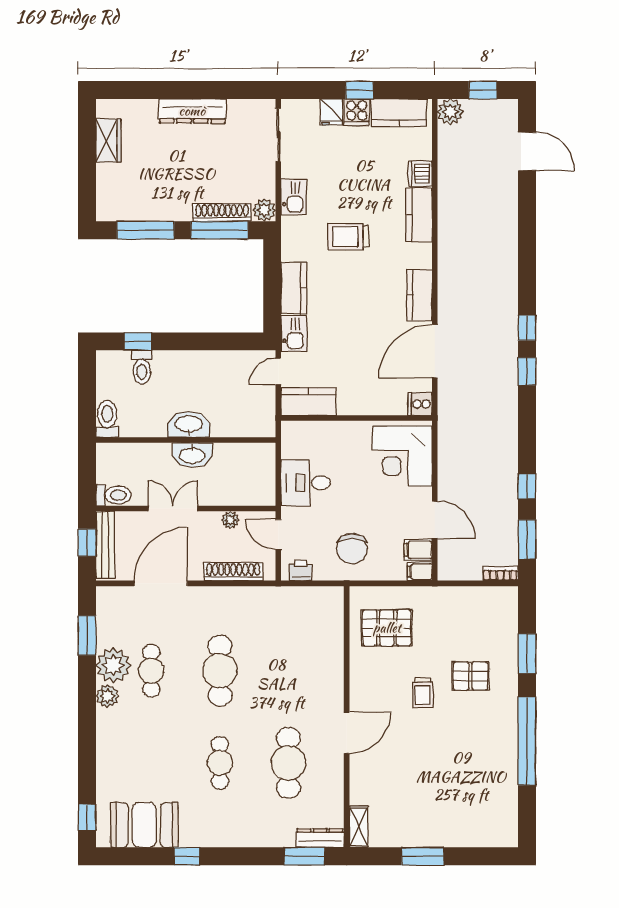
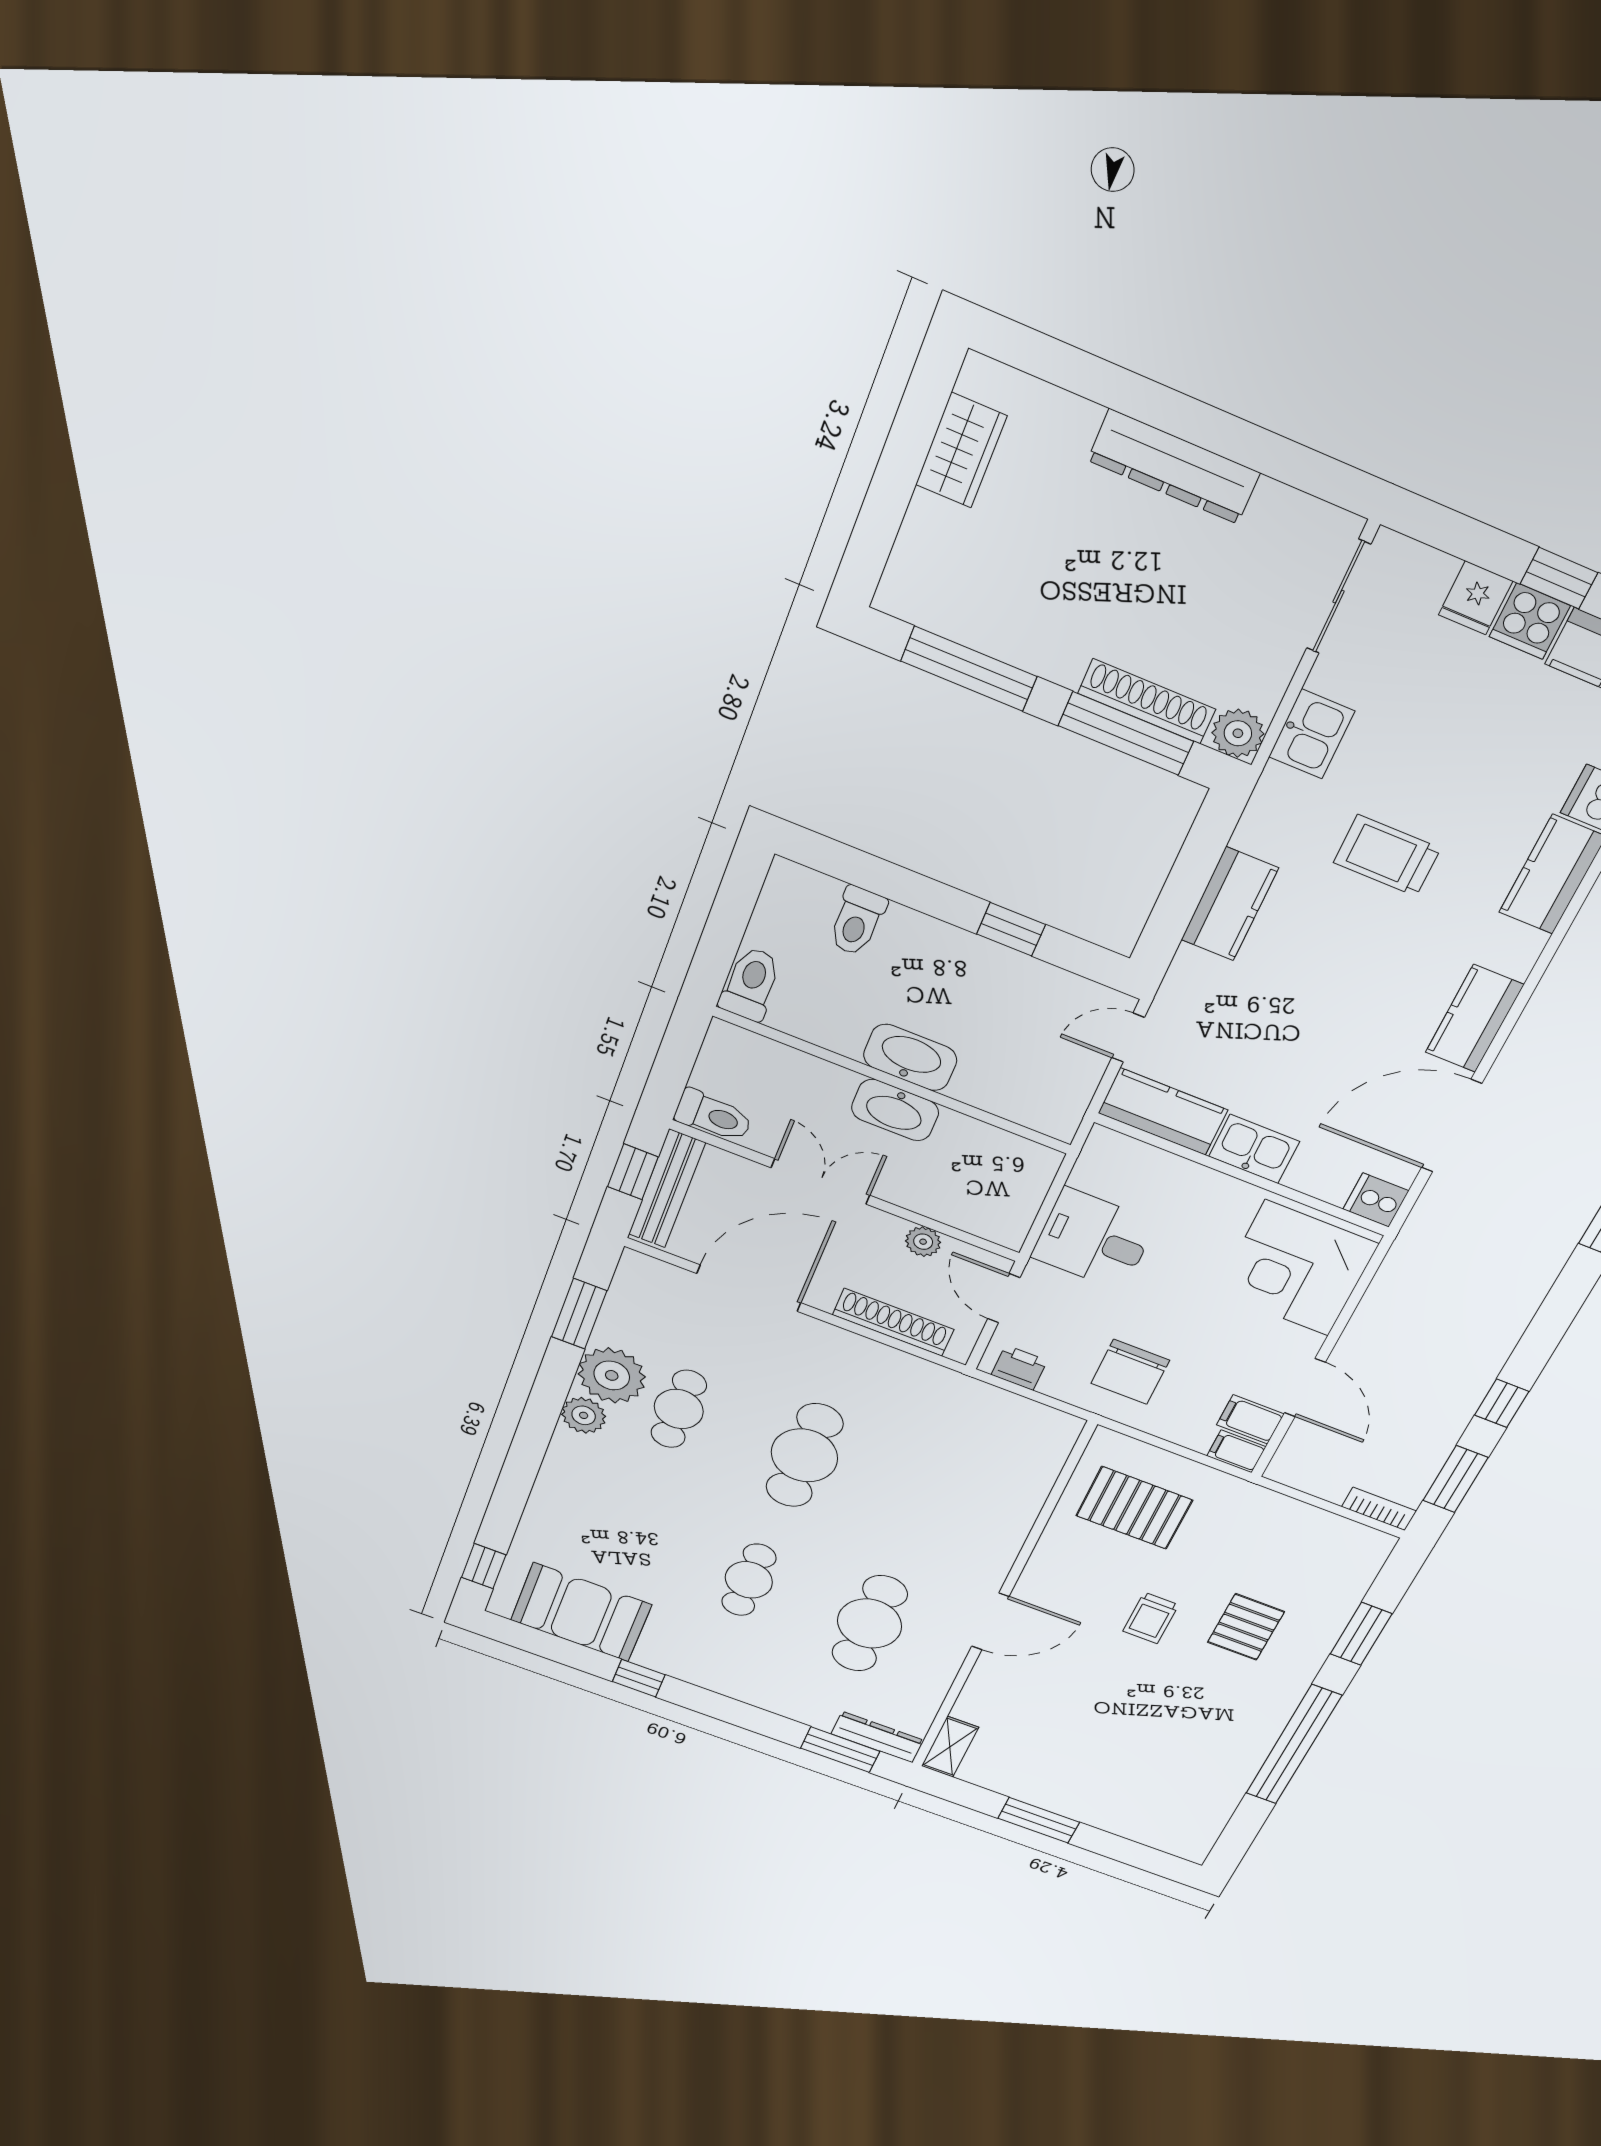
kitchen sink: (294, 334) -> (1254, 1149), moved, turned -90
window: (138, 341) -> (1011, 929), moved
pallet: (470, 676) -> (1246, 1627), turned 90

